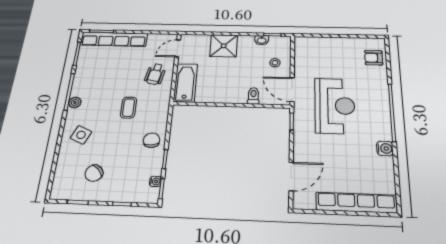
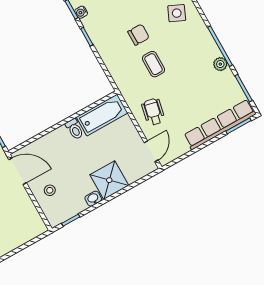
washbasin: (262, 40) -> (93, 199), moved
bathtub: (185, 83) -> (102, 115), moved, turned -90
toilet: (253, 96) -> (75, 129), moved
plant: (75, 102) -> (220, 64), moved
chair: (151, 140) -> (139, 35), moved, turned -84

